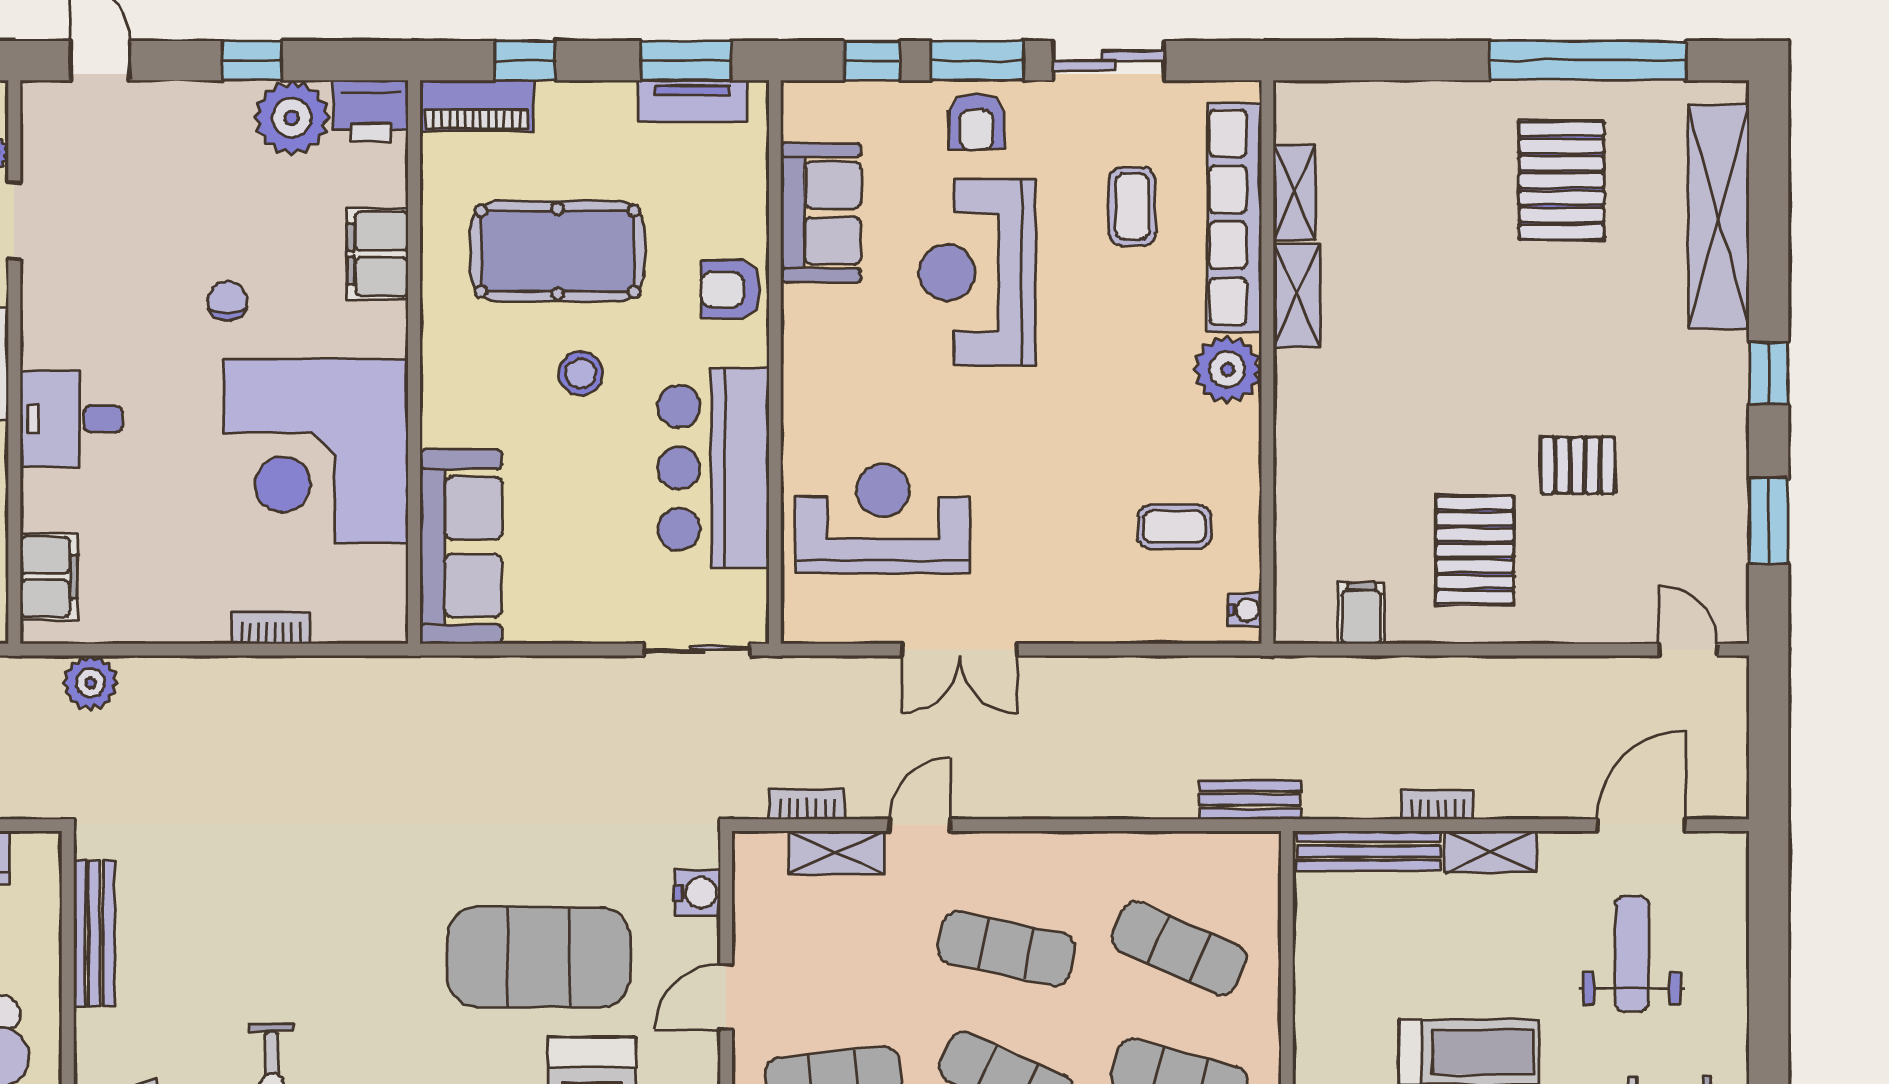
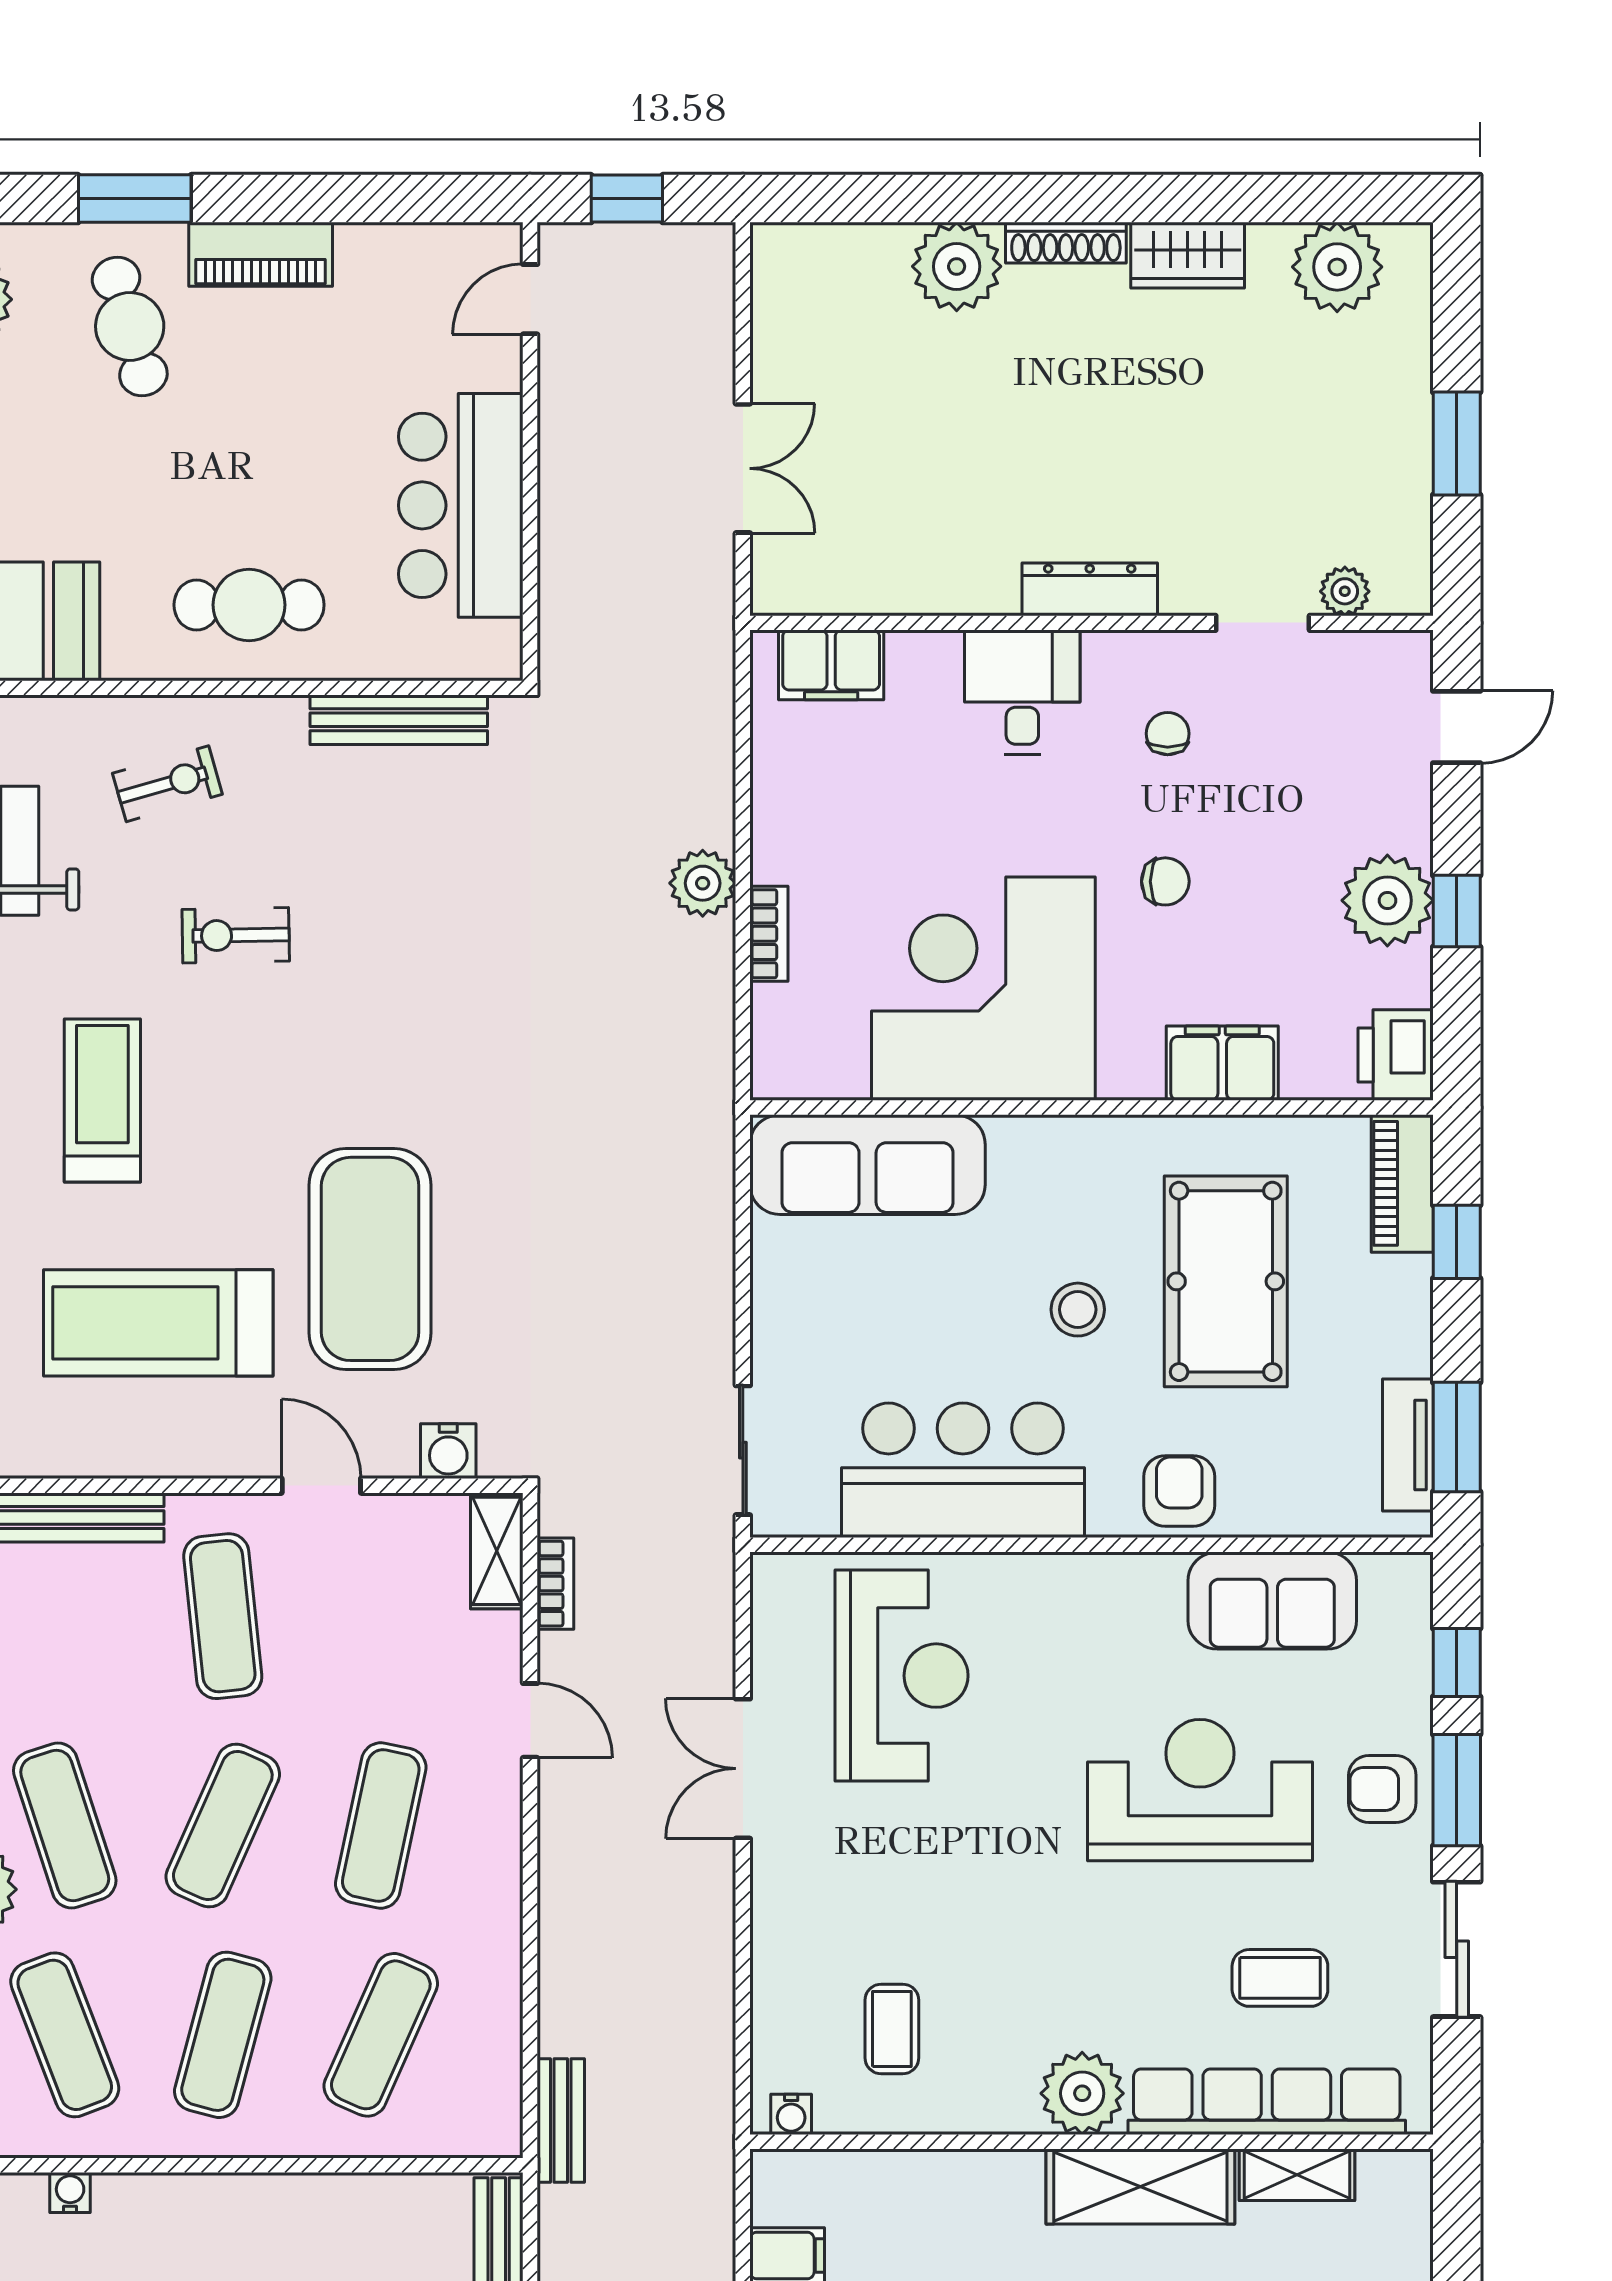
plant: (292, 118) -> (1387, 900), moved
shelving: (1297, 296) -> (1140, 2186), width x1.50, depth x1.33
chair: (106, 299) -> (1168, 734), added
plant: (91, 683) -> (703, 883), moved
shelving: (836, 853) -> (497, 1551), moved

